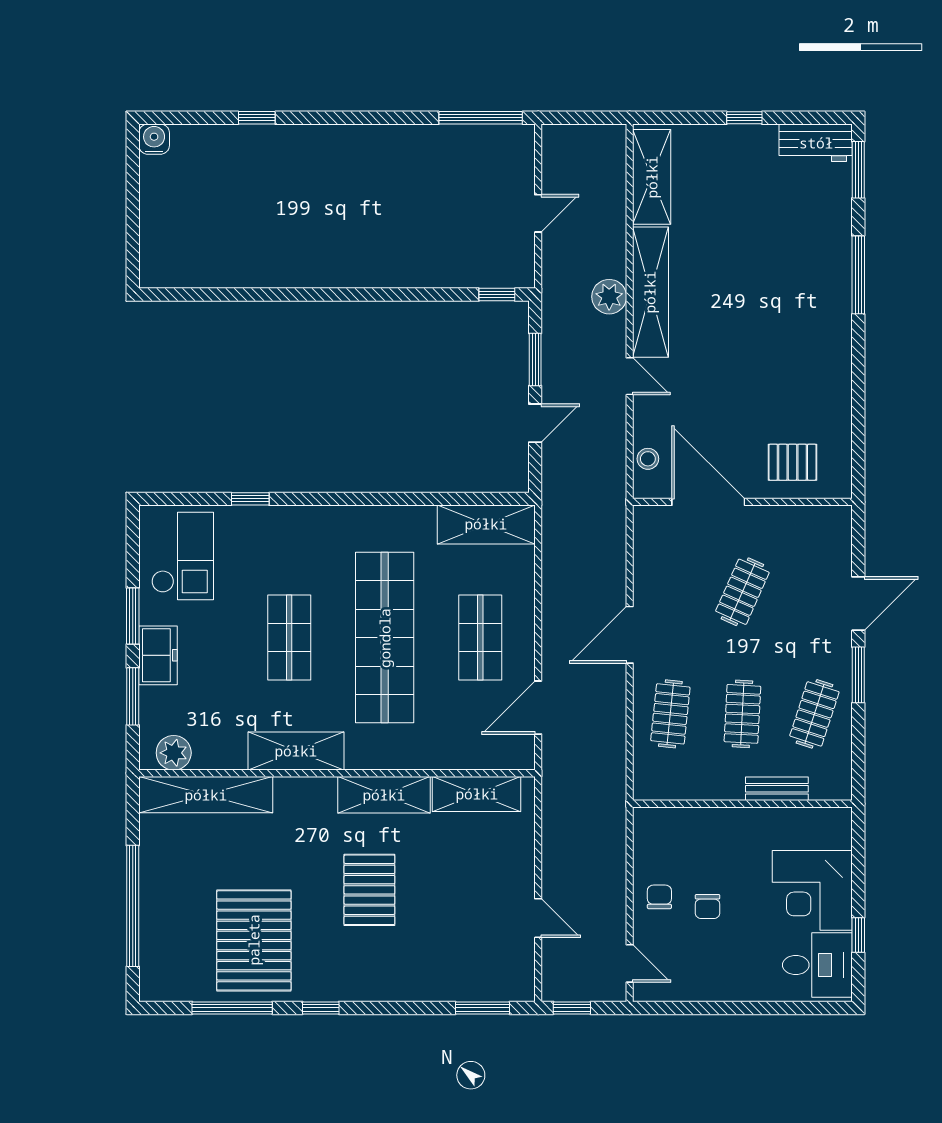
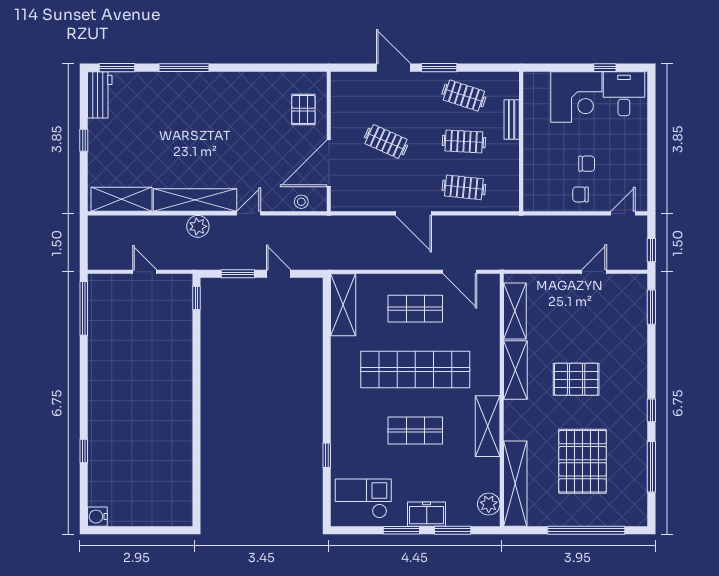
pallet: (254, 940) -> (583, 461), moved, turned 90

